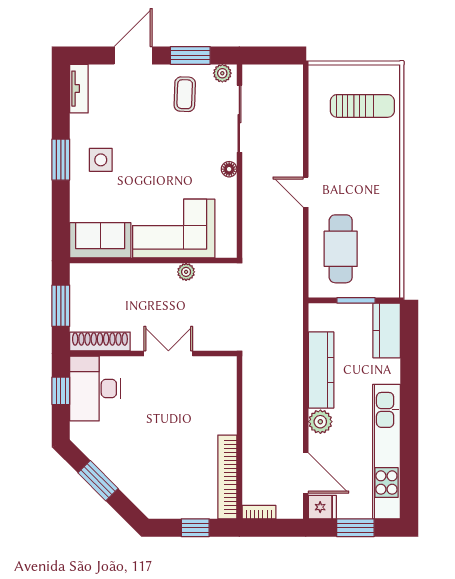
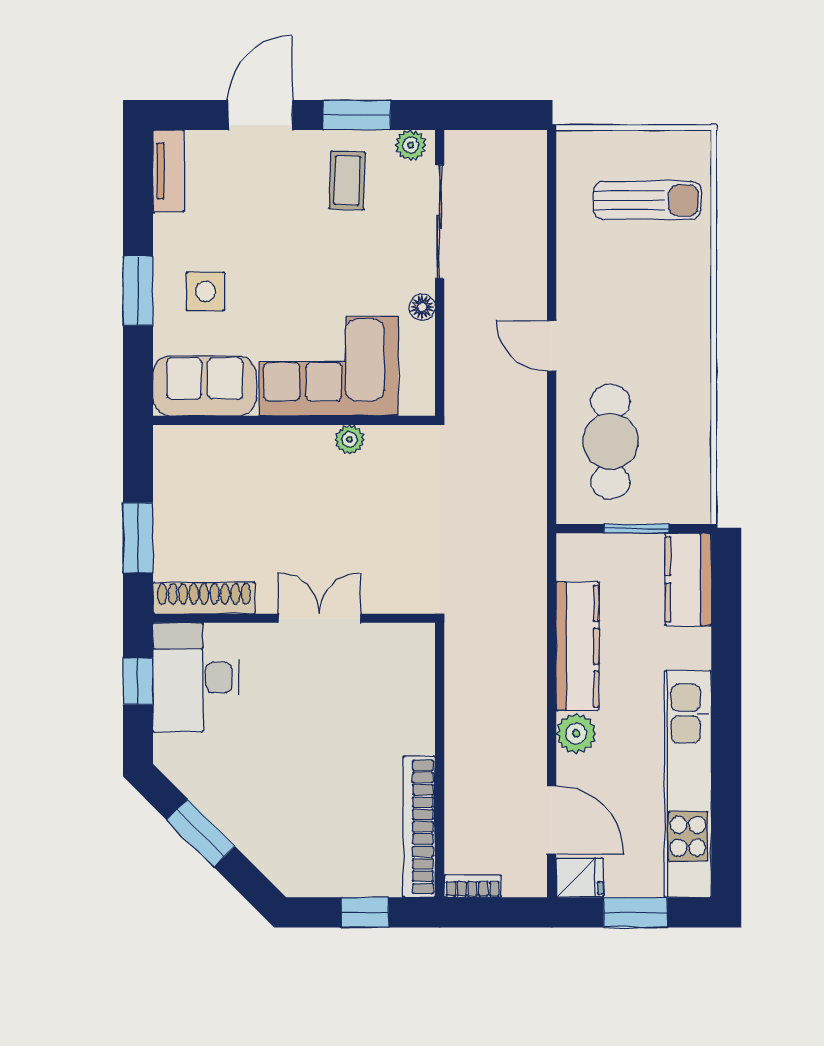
corner sofa: (174, 229) -> (329, 366), moved
sofa: (100, 240) -> (204, 386), moved
wall: (153, 261) -> (294, 420), moved
plant: (186, 272) -> (349, 439), moved

